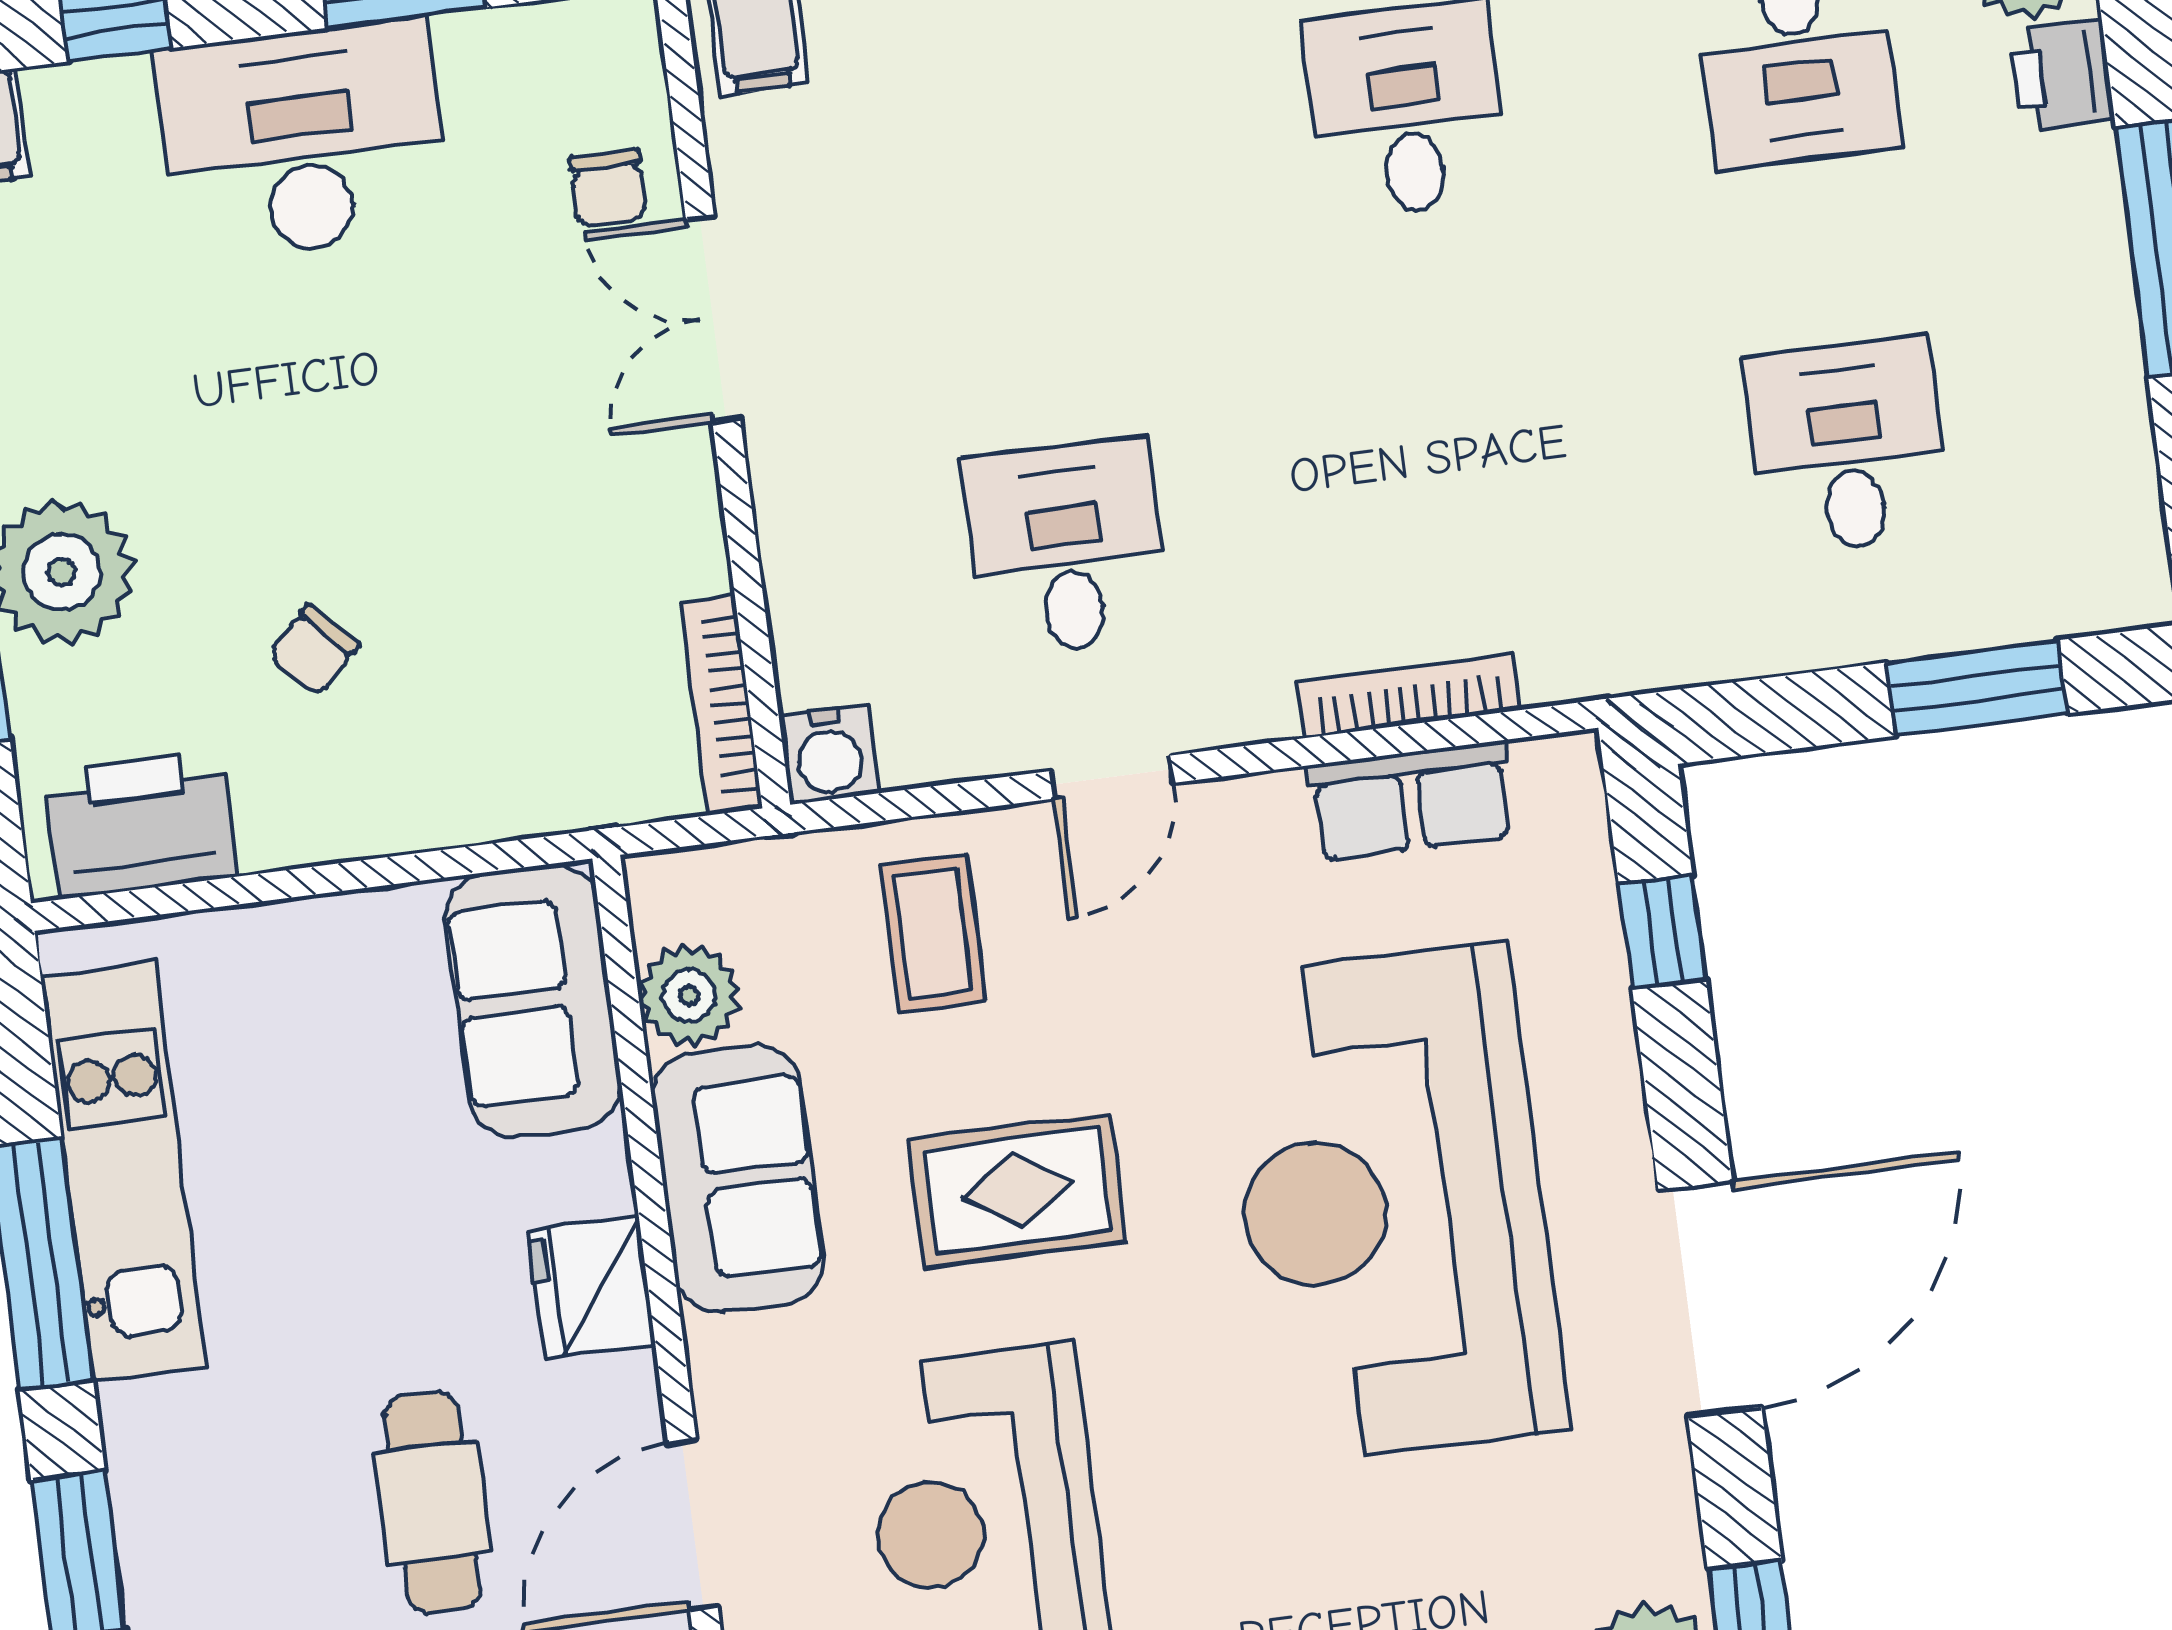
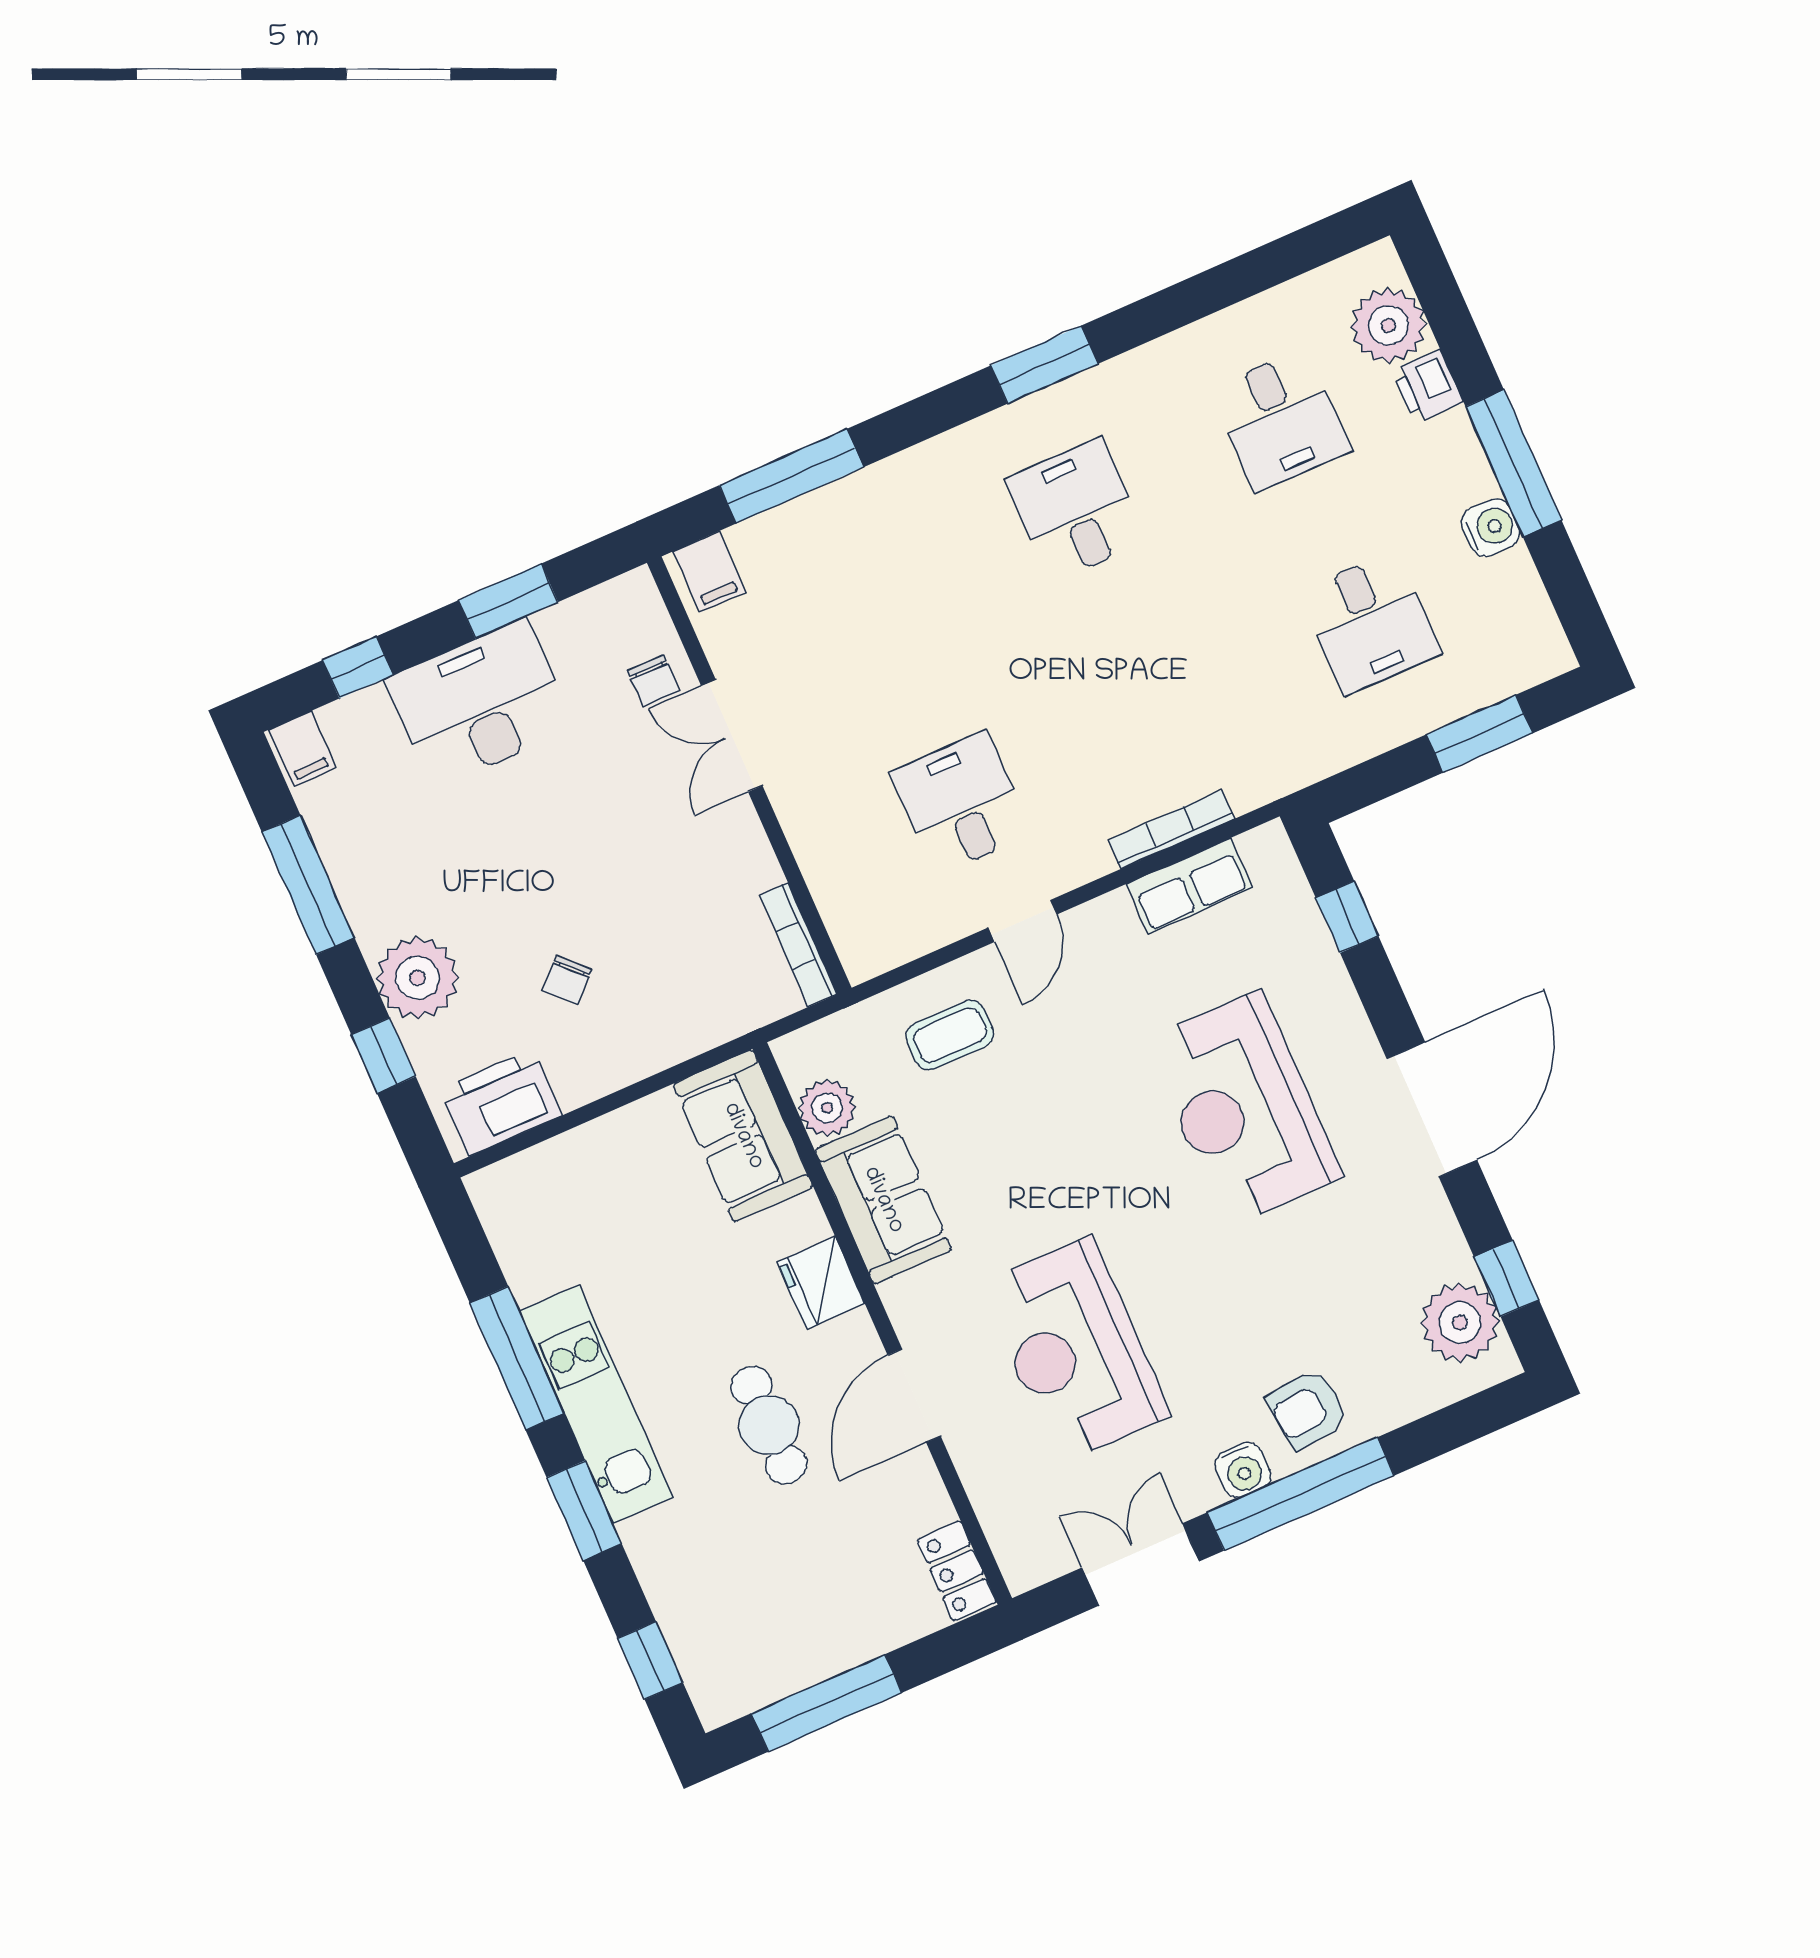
desk: (1847, 446) -> (1370, 623), turned 180
water cooler: (829, 754) -> (1491, 527), moved, turned -90
coffee table: (933, 934) -> (950, 1035), turned 90
kitchen unit: (124, 1172) -> (596, 1404), moved
rug: (1017, 1190) -> (1037, 1161), removed
reception desk: (1392, 1204) -> (1244, 1109), width x0.74, depth x0.77

